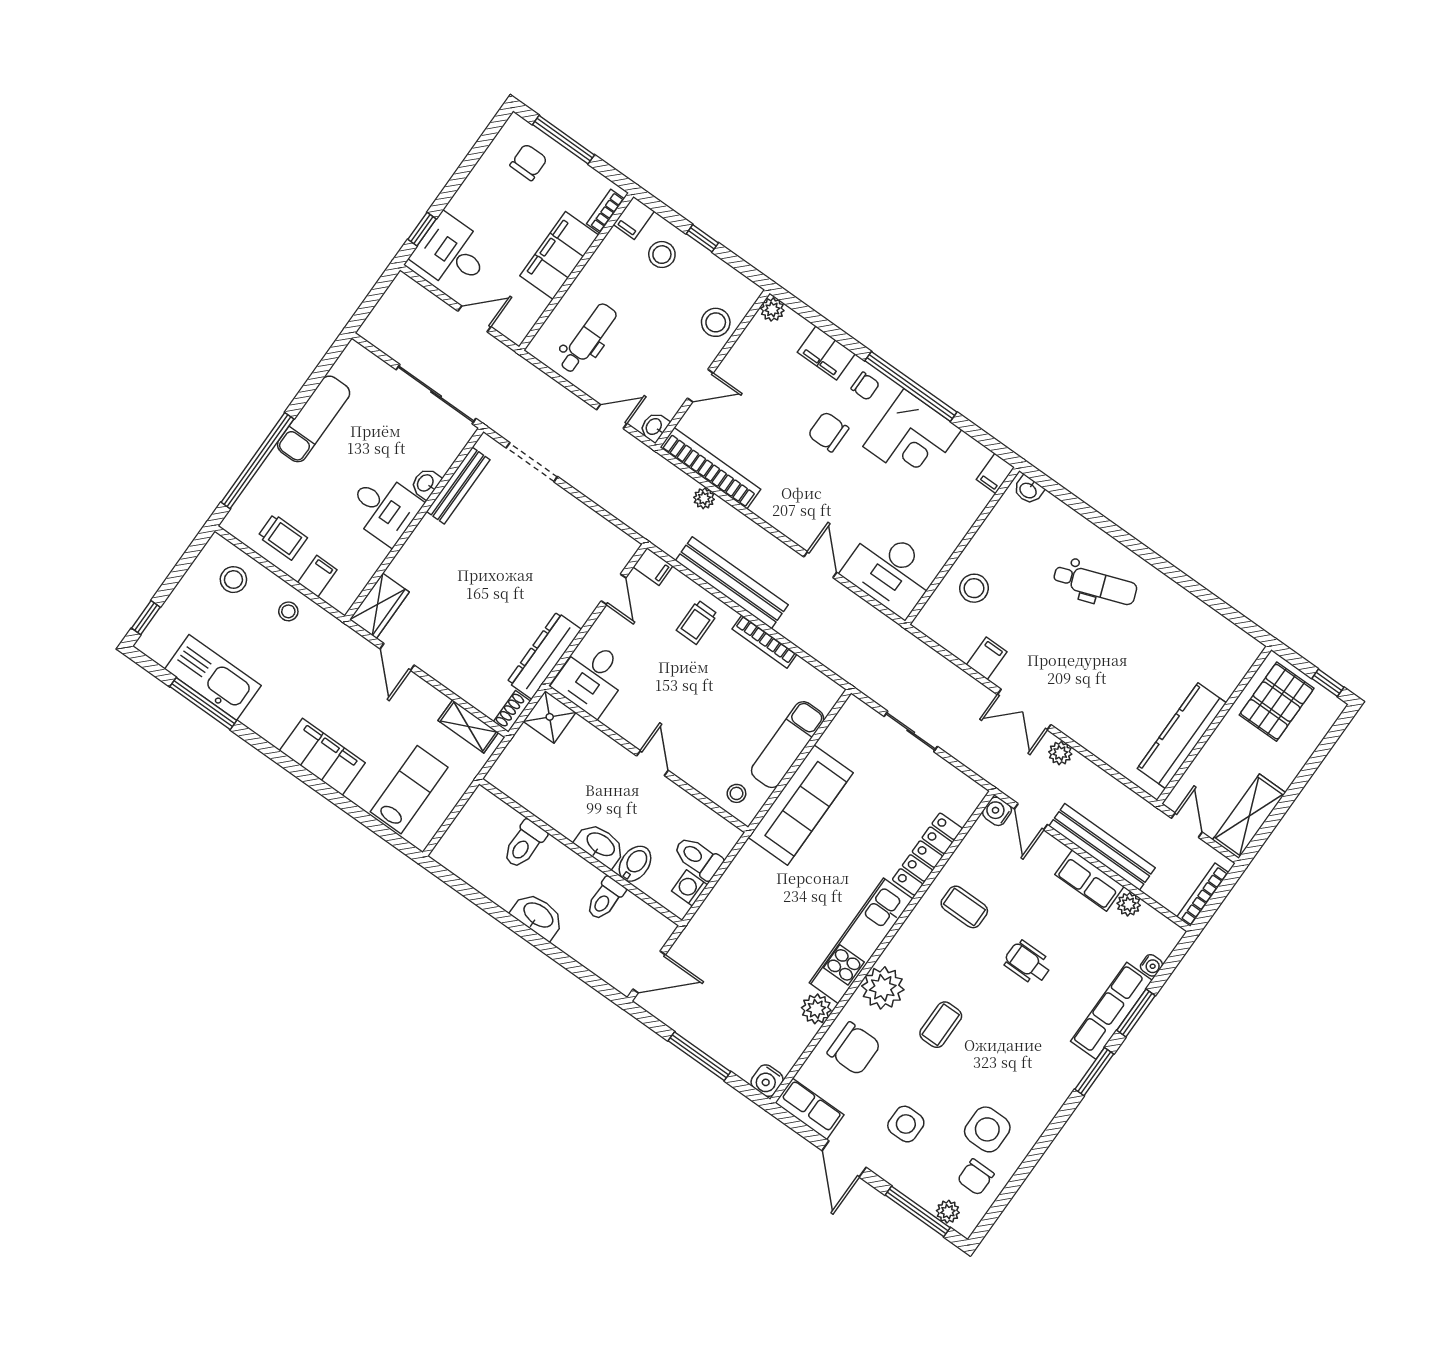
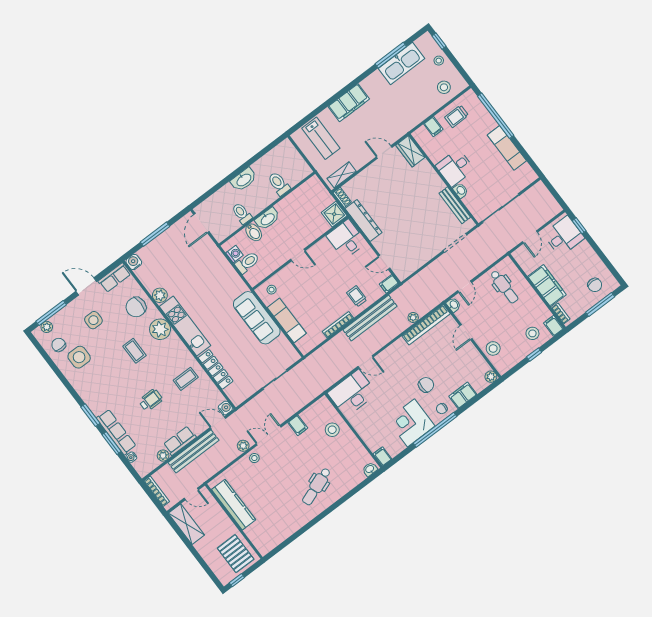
stool: (288, 611) -> (439, 61), moved
stool: (1078, 723) -> (254, 458), added

